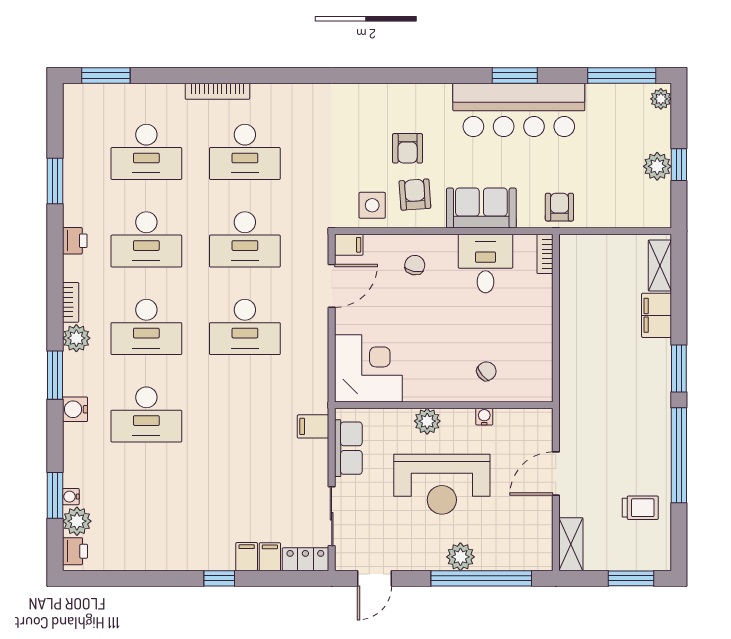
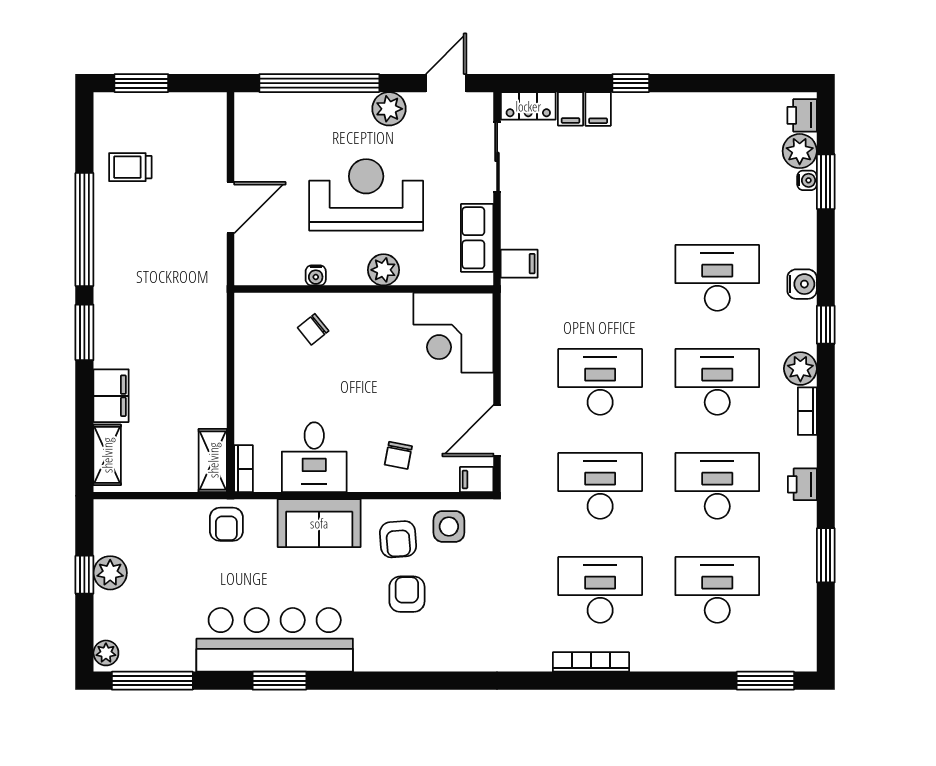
bookcase: (217, 91) -> (591, 662), moved
window: (55, 375) -> (826, 325), width x0.67
shelving: (571, 544) -> (213, 460), moved
plant: (460, 557) -> (389, 109), moved

